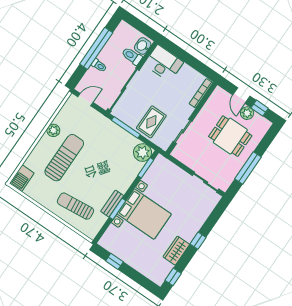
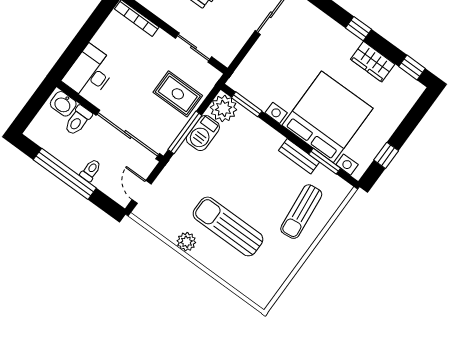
barbecue: (22, 178) -> (203, 133), moved, turned 90
window: (118, 209) -> (325, 161), moved
bed with nightstands: (144, 214) -> (327, 117), width x1.36

